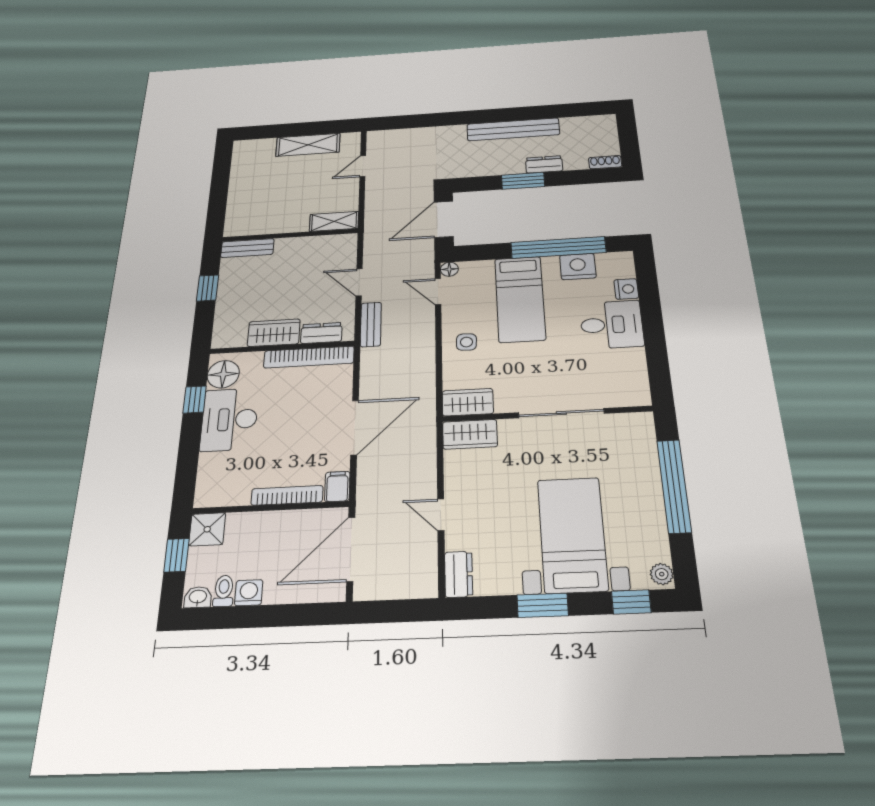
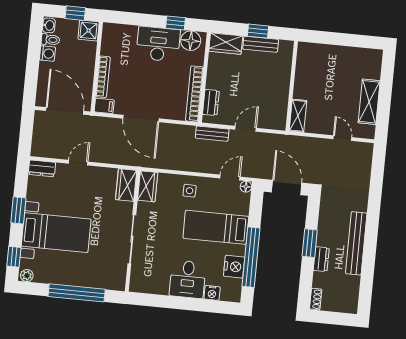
bench: (247, 248) -> (261, 44), moved, turned 90
wardrobe: (274, 333) -> (226, 44), moved, turned 90

